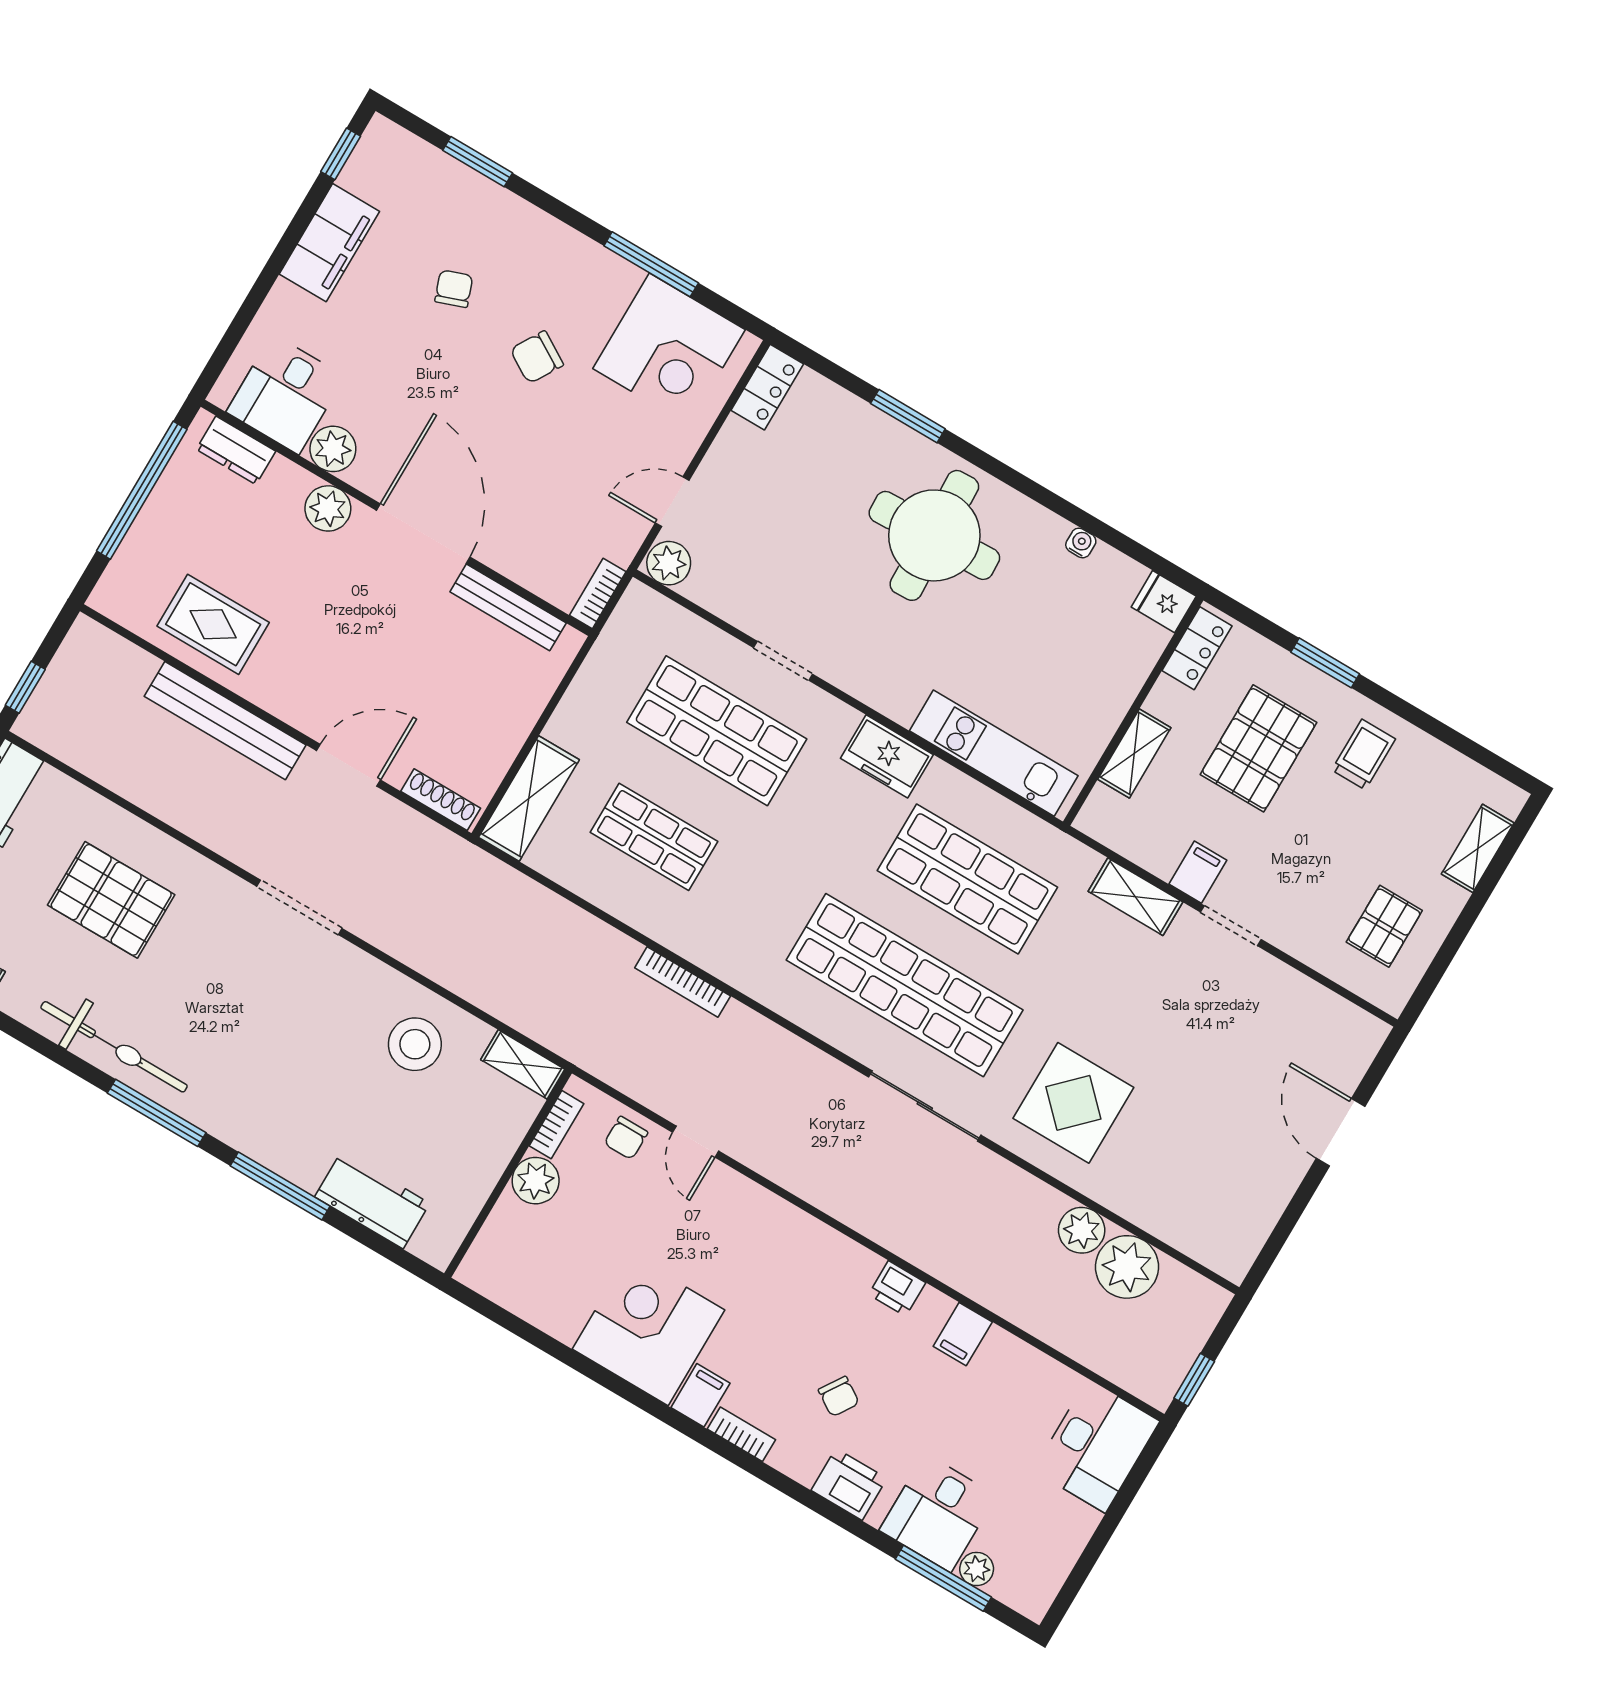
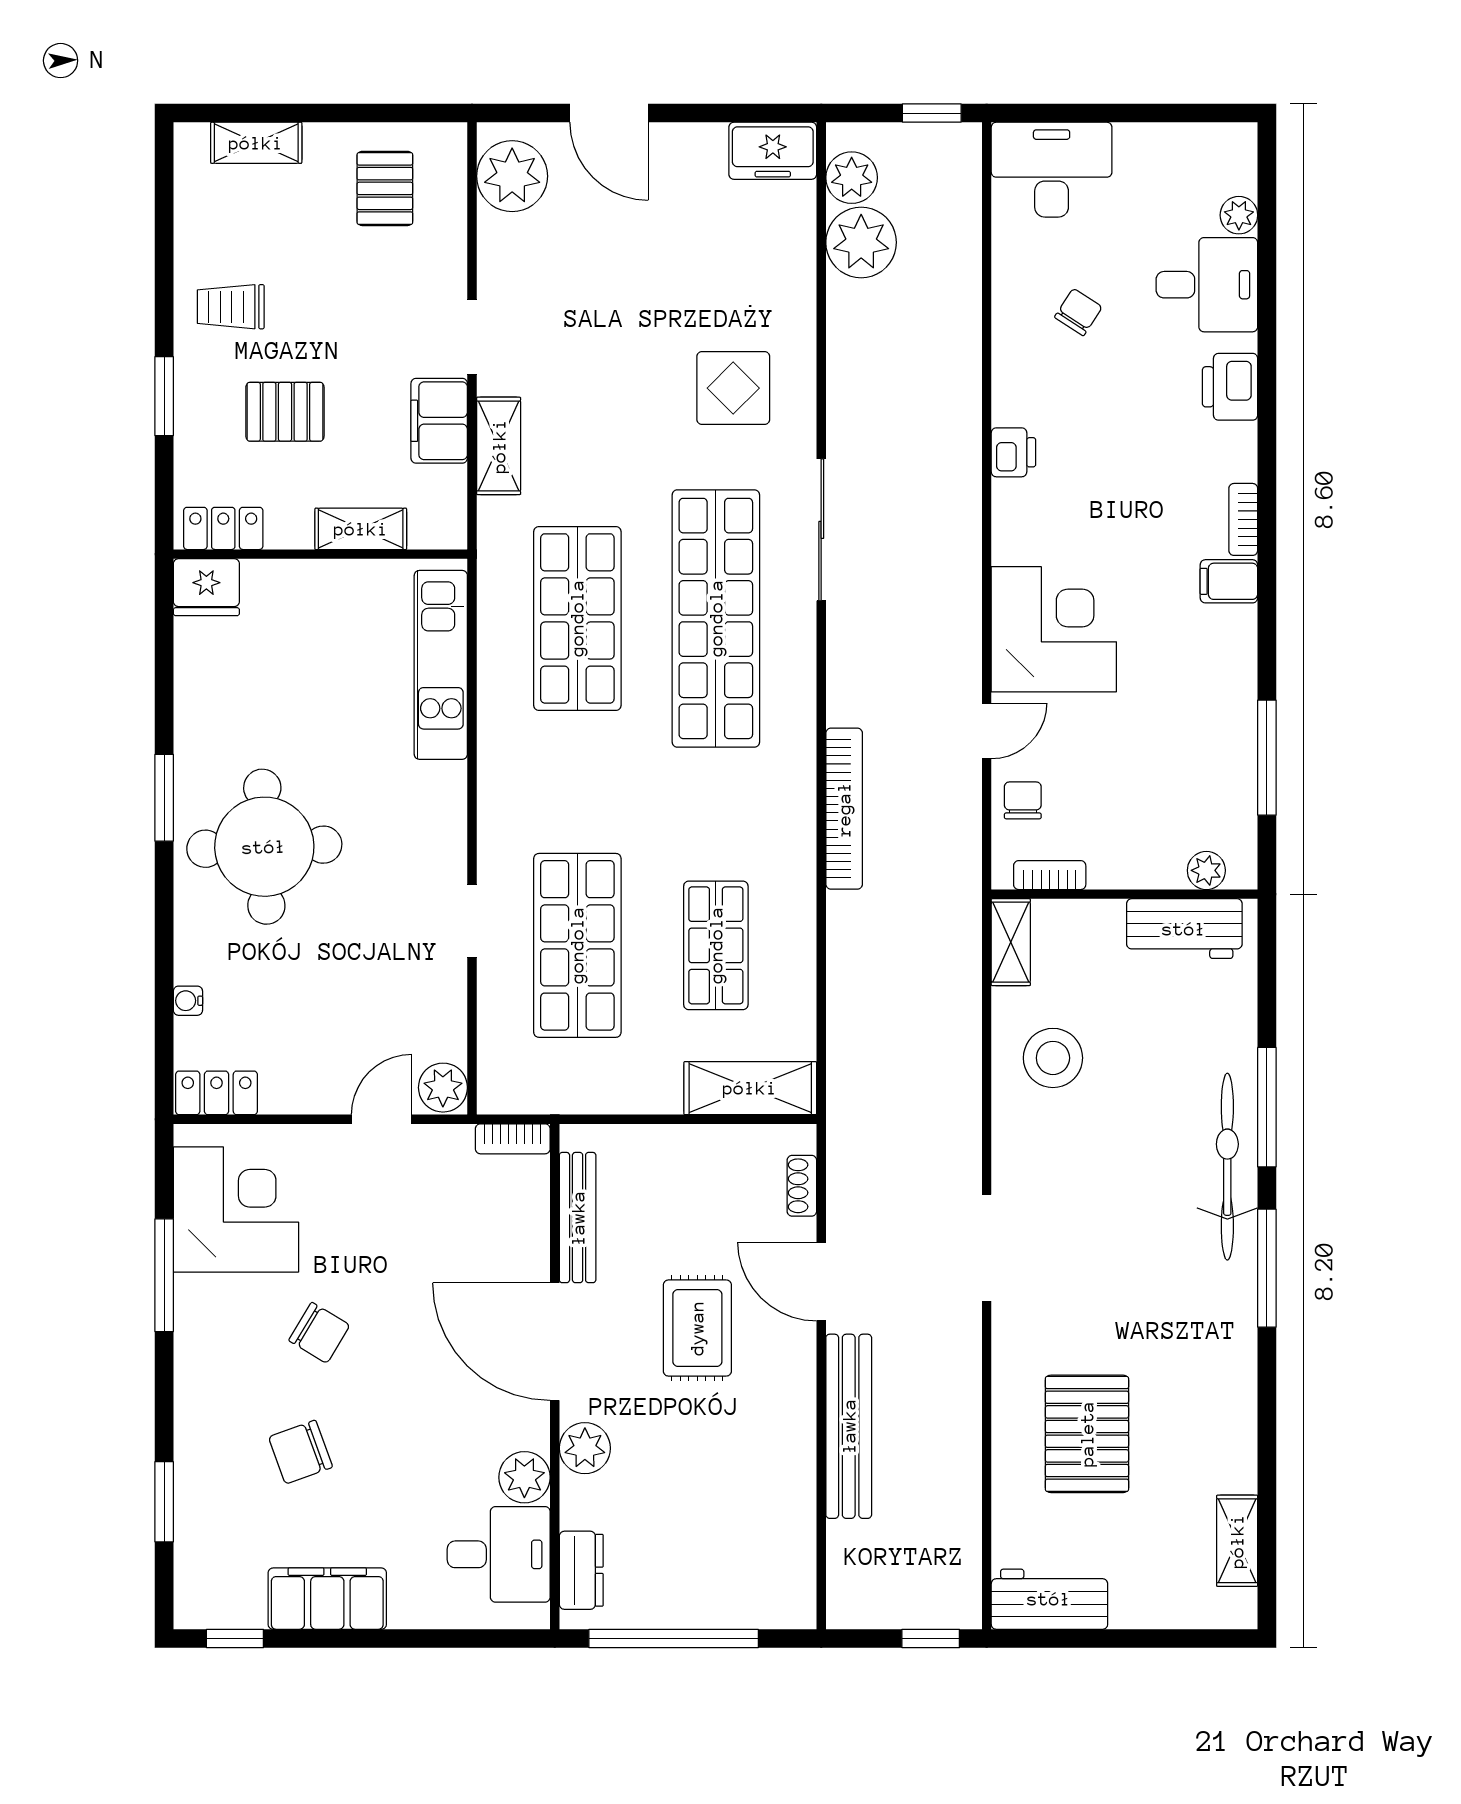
chair: (454, 289) -> (301, 1452), width x1.37, depth x1.37
window: (908, 416) -> (164, 798), moved
door: (672, 502) -> (382, 1119), swing flipped
door: (423, 534) -> (555, 1342), hinge flipped
water cooler: (1081, 543) -> (188, 1001), moved
fridge: (1164, 602) -> (206, 587), width x1.38
rug: (213, 624) -> (697, 1328), moved
pallet: (1258, 748) -> (285, 412), width x0.67, depth x0.71
freezer: (887, 756) -> (773, 151), moved, turned 90
shoe rack: (441, 800) -> (802, 1186), width x0.70
filing cabinet: (1198, 872) -> (439, 421), width x2.00
pallet: (1384, 926) -> (385, 188), turned 90
bookcase: (683, 982) -> (844, 809), width x1.48, depth x1.31
plant: (1336, 1029) -> (512, 176), added
bicycle: (114, 1047) -> (1227, 1167), moved
display table: (1073, 1103) -> (733, 388), width x0.73, depth x0.73
door: (1341, 1132) -> (609, 113), hinge flipped
chair: (626, 1138) -> (1023, 800), turned -90
plant: (536, 1181) -> (1206, 870), moved, width x0.73, depth x0.73
workbench: (372, 1200) -> (1184, 929), moved, turned -90
plant: (1082, 1230) -> (852, 178), moved
corner desk: (648, 1330) -> (1054, 629), moved, turned 180
filing cabinet: (963, 1334) -> (1020, 363), removed
chair: (839, 1396) -> (1078, 312), moved
window: (943, 1578) -> (1267, 758), moved

